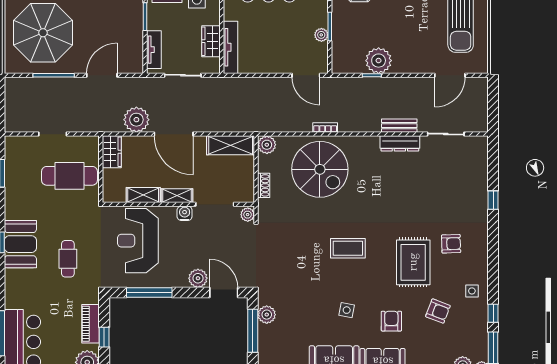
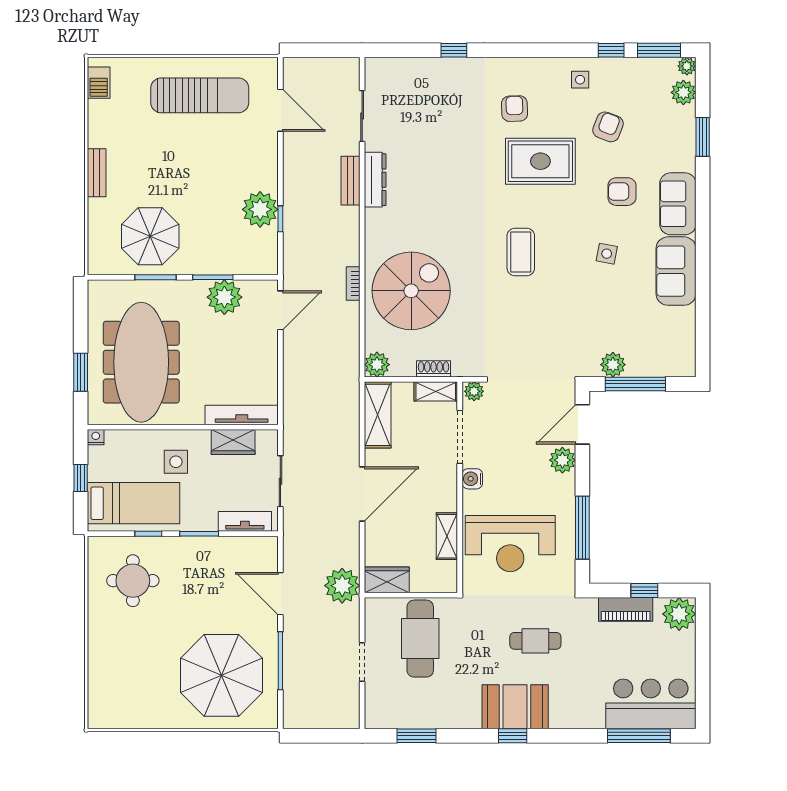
plant: (321, 35) -> (224, 297), width x1.87, depth x1.87
plant: (136, 120) -> (342, 586), moved
shelving: (177, 196) -> (436, 391), moved, turned 90

